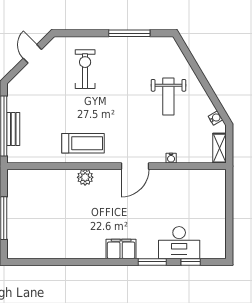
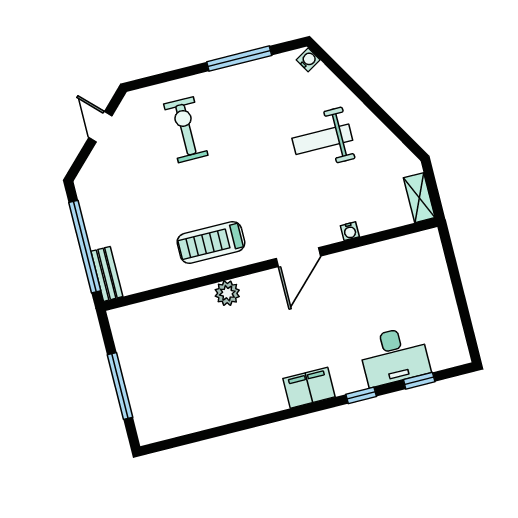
weight bench: (168, 97) -> (322, 139), turned 90
water cooler: (216, 118) -> (308, 60), moved
bench: (13, 129) -> (107, 274), moved
treadmill: (83, 143) -> (211, 242), turned 180
window: (152, 262) -> (361, 395), width x0.67

